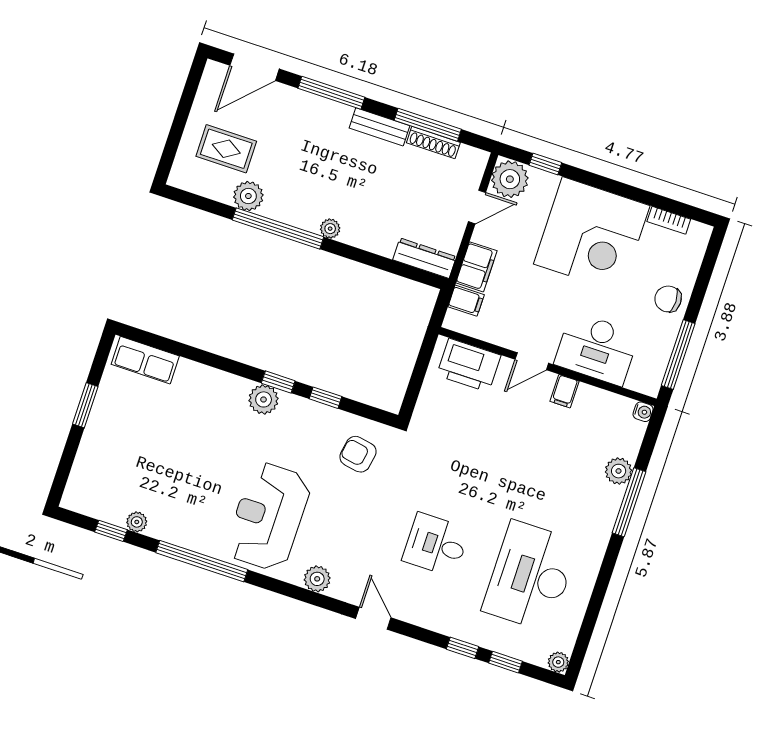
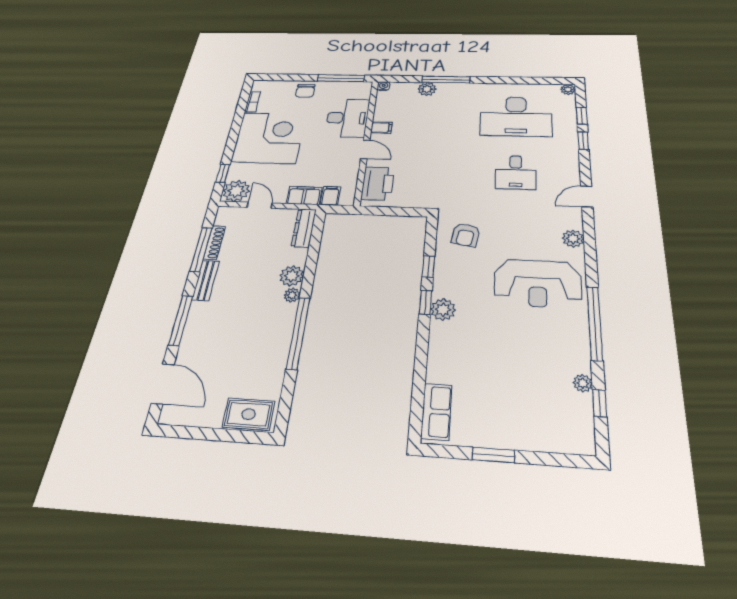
rug: (226, 149) -> (249, 414), moved, turned 90
plant: (248, 196) -> (292, 276), moved

